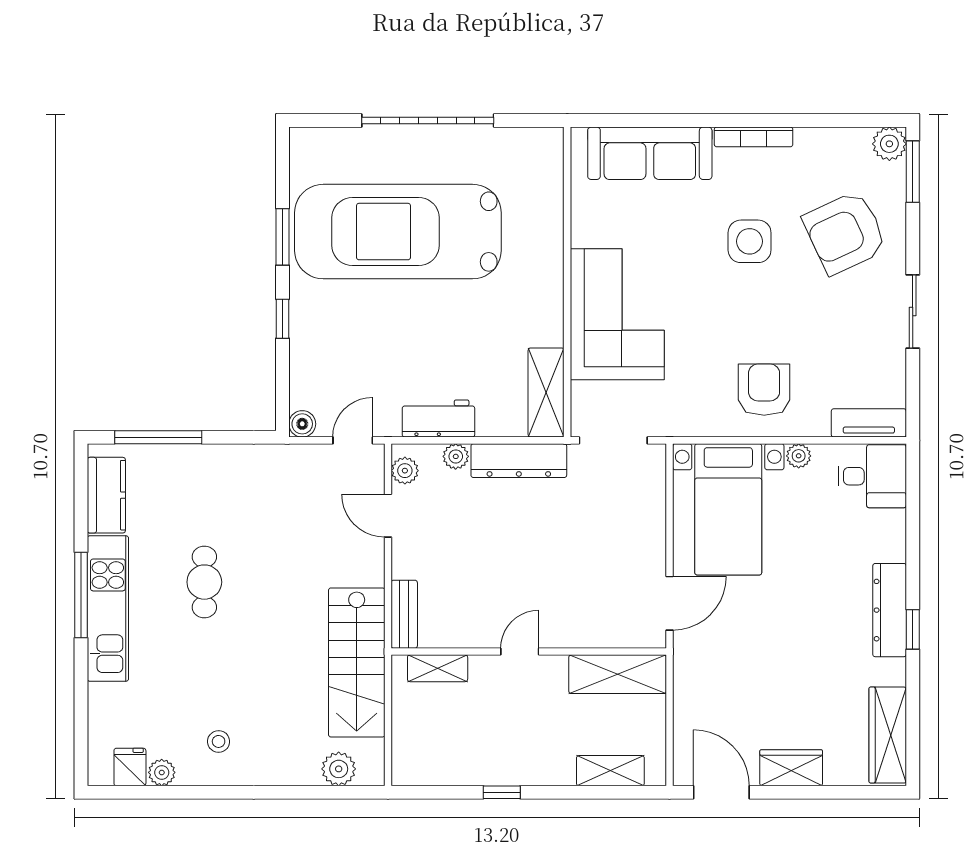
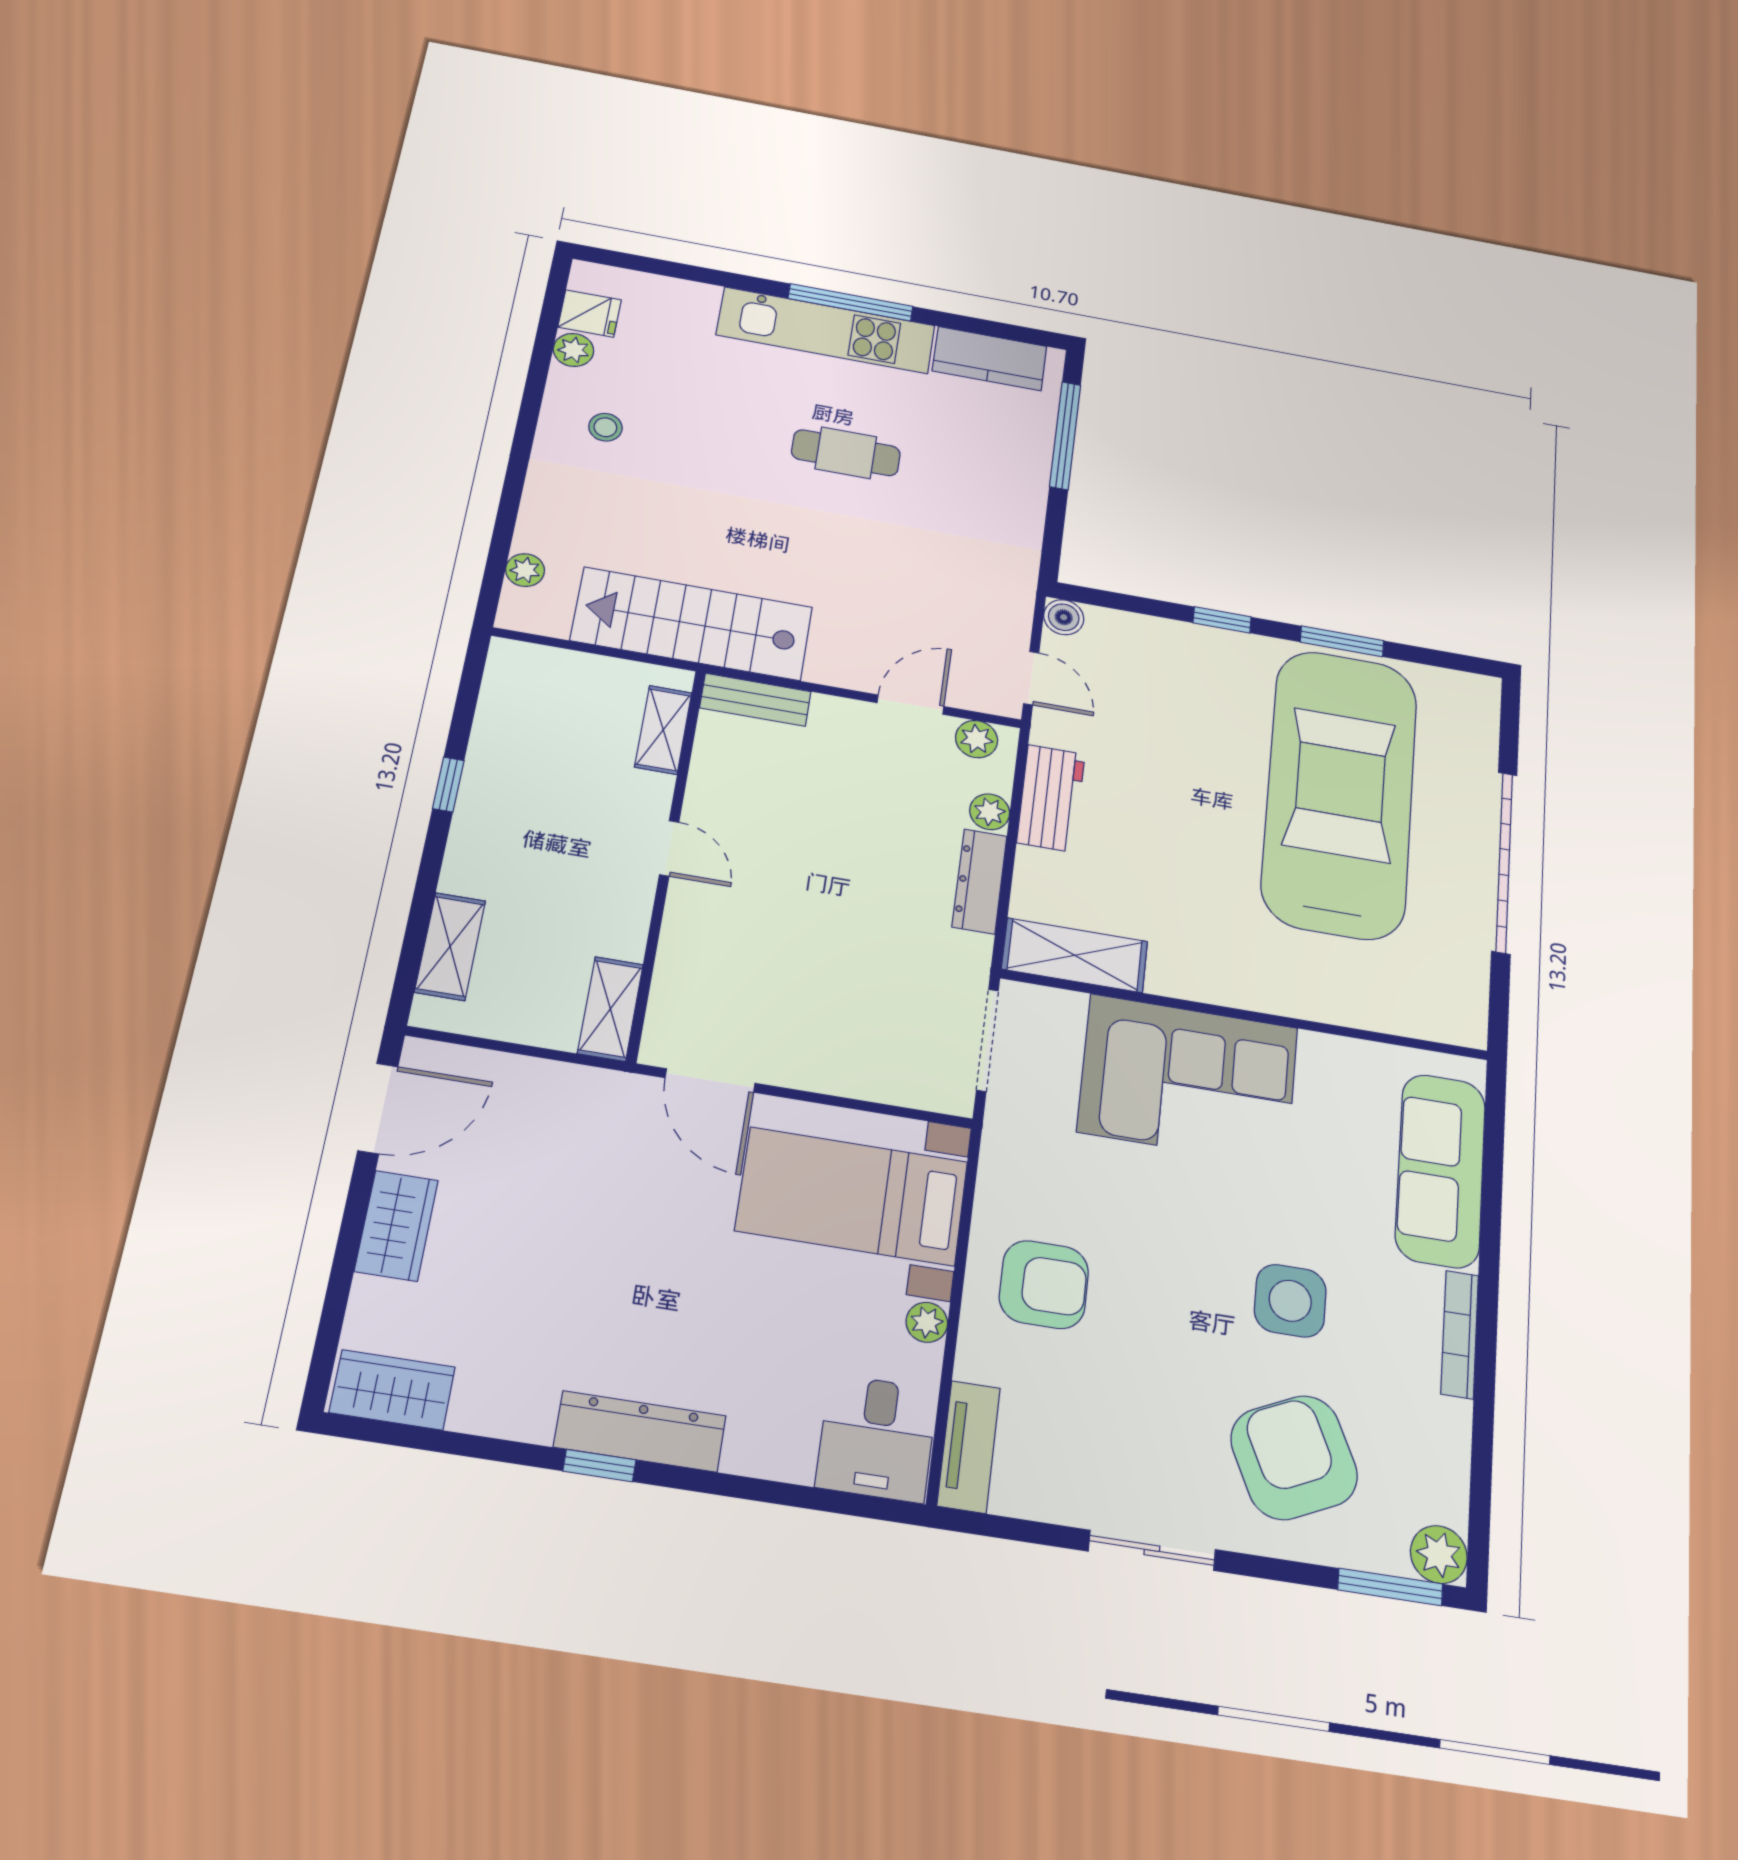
dresser: (519, 461) -> (980, 881), width x0.73, depth x0.80
shelving: (618, 674) -> (610, 1009), width x0.67, depth x0.75
wardrobe: (888, 735) -> (392, 1390), width x0.67
plant: (339, 769) -> (525, 570), width x0.73, depth x0.73

